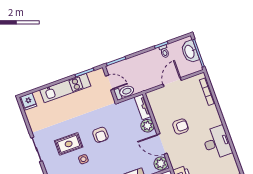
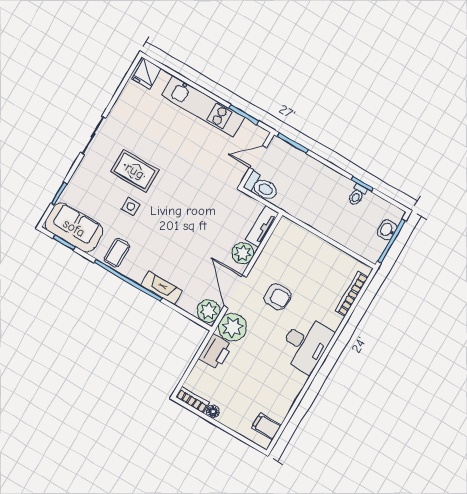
washbasin: (190, 52) -> (387, 230), width x0.52, depth x0.69
door: (172, 82) -> (326, 238), removed
door: (110, 83) -> (258, 158), swing flipped
armchair: (100, 135) -> (181, 202), removed
desk: (217, 143) -> (306, 344), moved
plant: (177, 159) -> (232, 327), added

